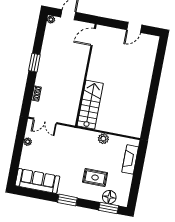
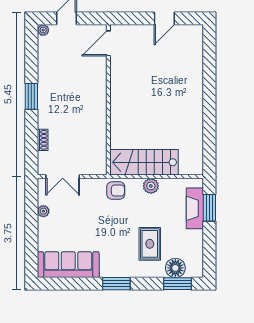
stairs: (90, 105) -> (144, 162), moved, turned -90
armchair: (79, 137) -> (116, 190), added
window: (140, 161) -> (209, 208), added
rug: (95, 178) -> (150, 244), turned 90

